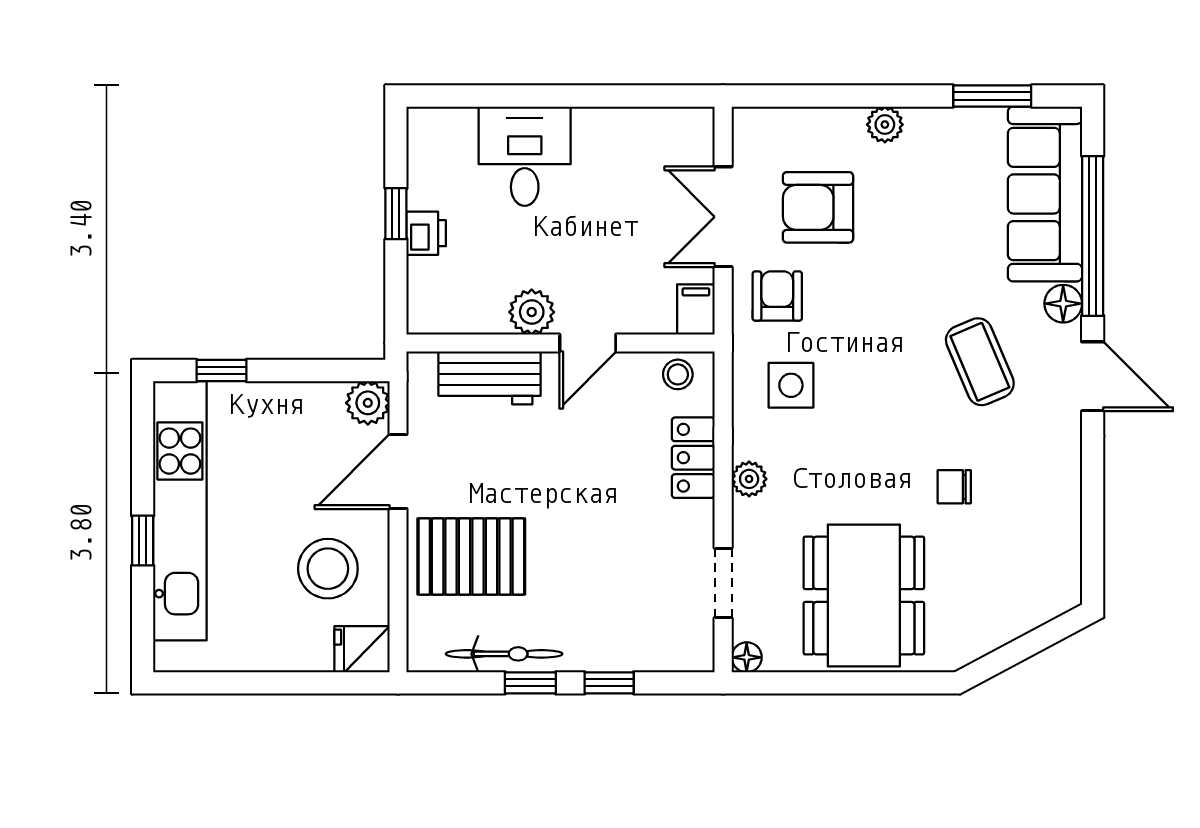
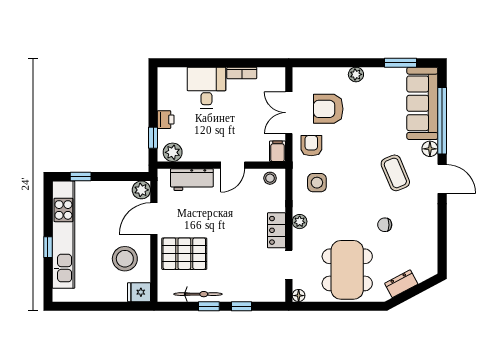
bookcase: (610, 121) -> (242, 73), added
window: (396, 214) -> (153, 138), moved
plant: (532, 312) -> (173, 152), moved
locker: (693, 458) -> (276, 230), moved
dresser: (994, 629) -> (401, 284), added

